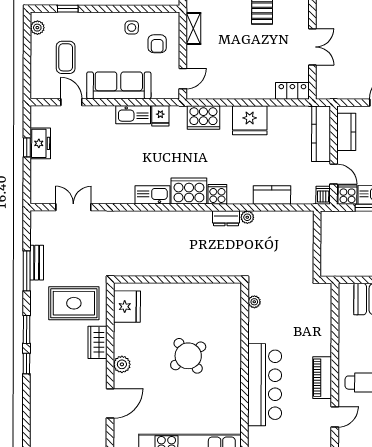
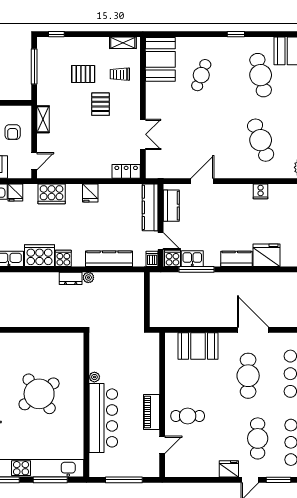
fridge: (250, 120) -> (90, 193), width x0.53, depth x0.75
kitchen counter: (272, 195) -> (109, 259), width x1.50
plant: (254, 302) -> (94, 377), moved
round table: (188, 356) -> (39, 394), width x1.36, depth x1.36

